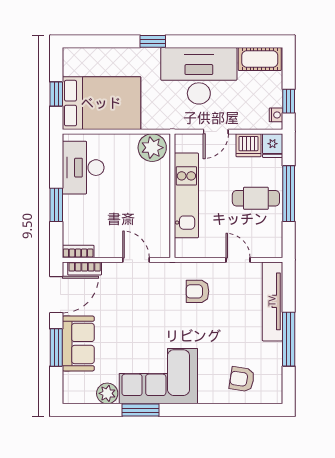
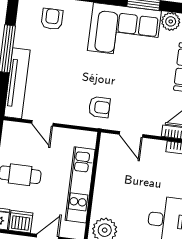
armchair: (197, 291) -> (99, 107), moved
armchair: (242, 379) -> (52, 19), turned -99

